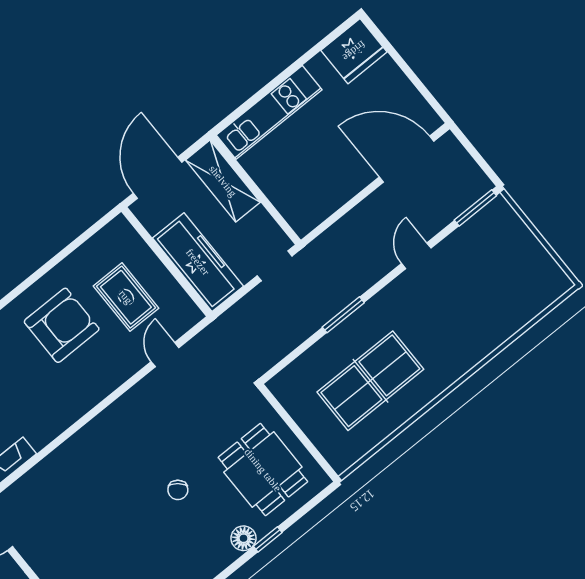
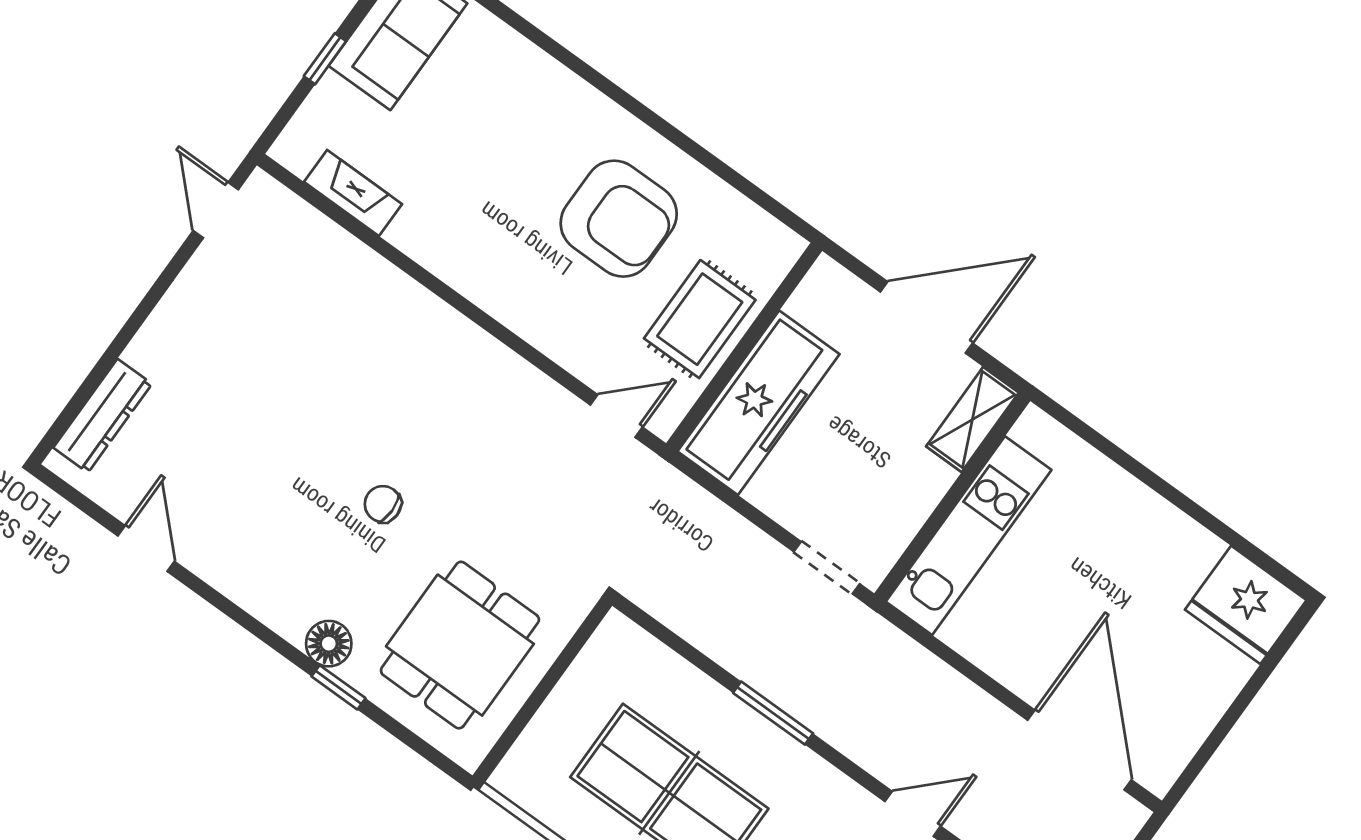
kitchen unit: (269, 112) -> (969, 536), moved, turned -90
shelving: (223, 181) -> (972, 420), width x0.67, depth x0.75
wall: (167, 262) -> (744, 347), moved
freezer: (198, 262) -> (759, 403), moved
chair: (178, 490) -> (383, 504), turned 50

